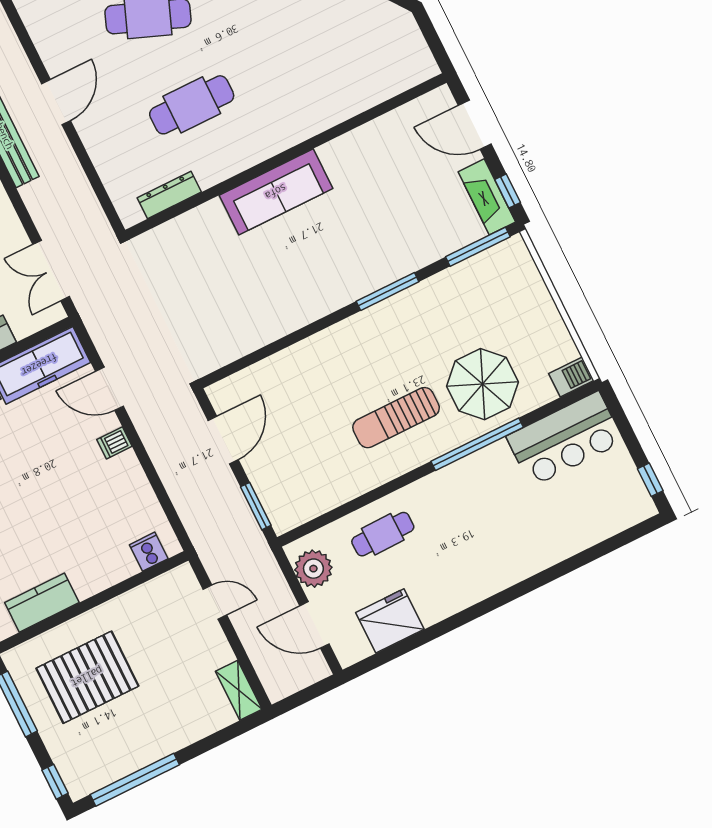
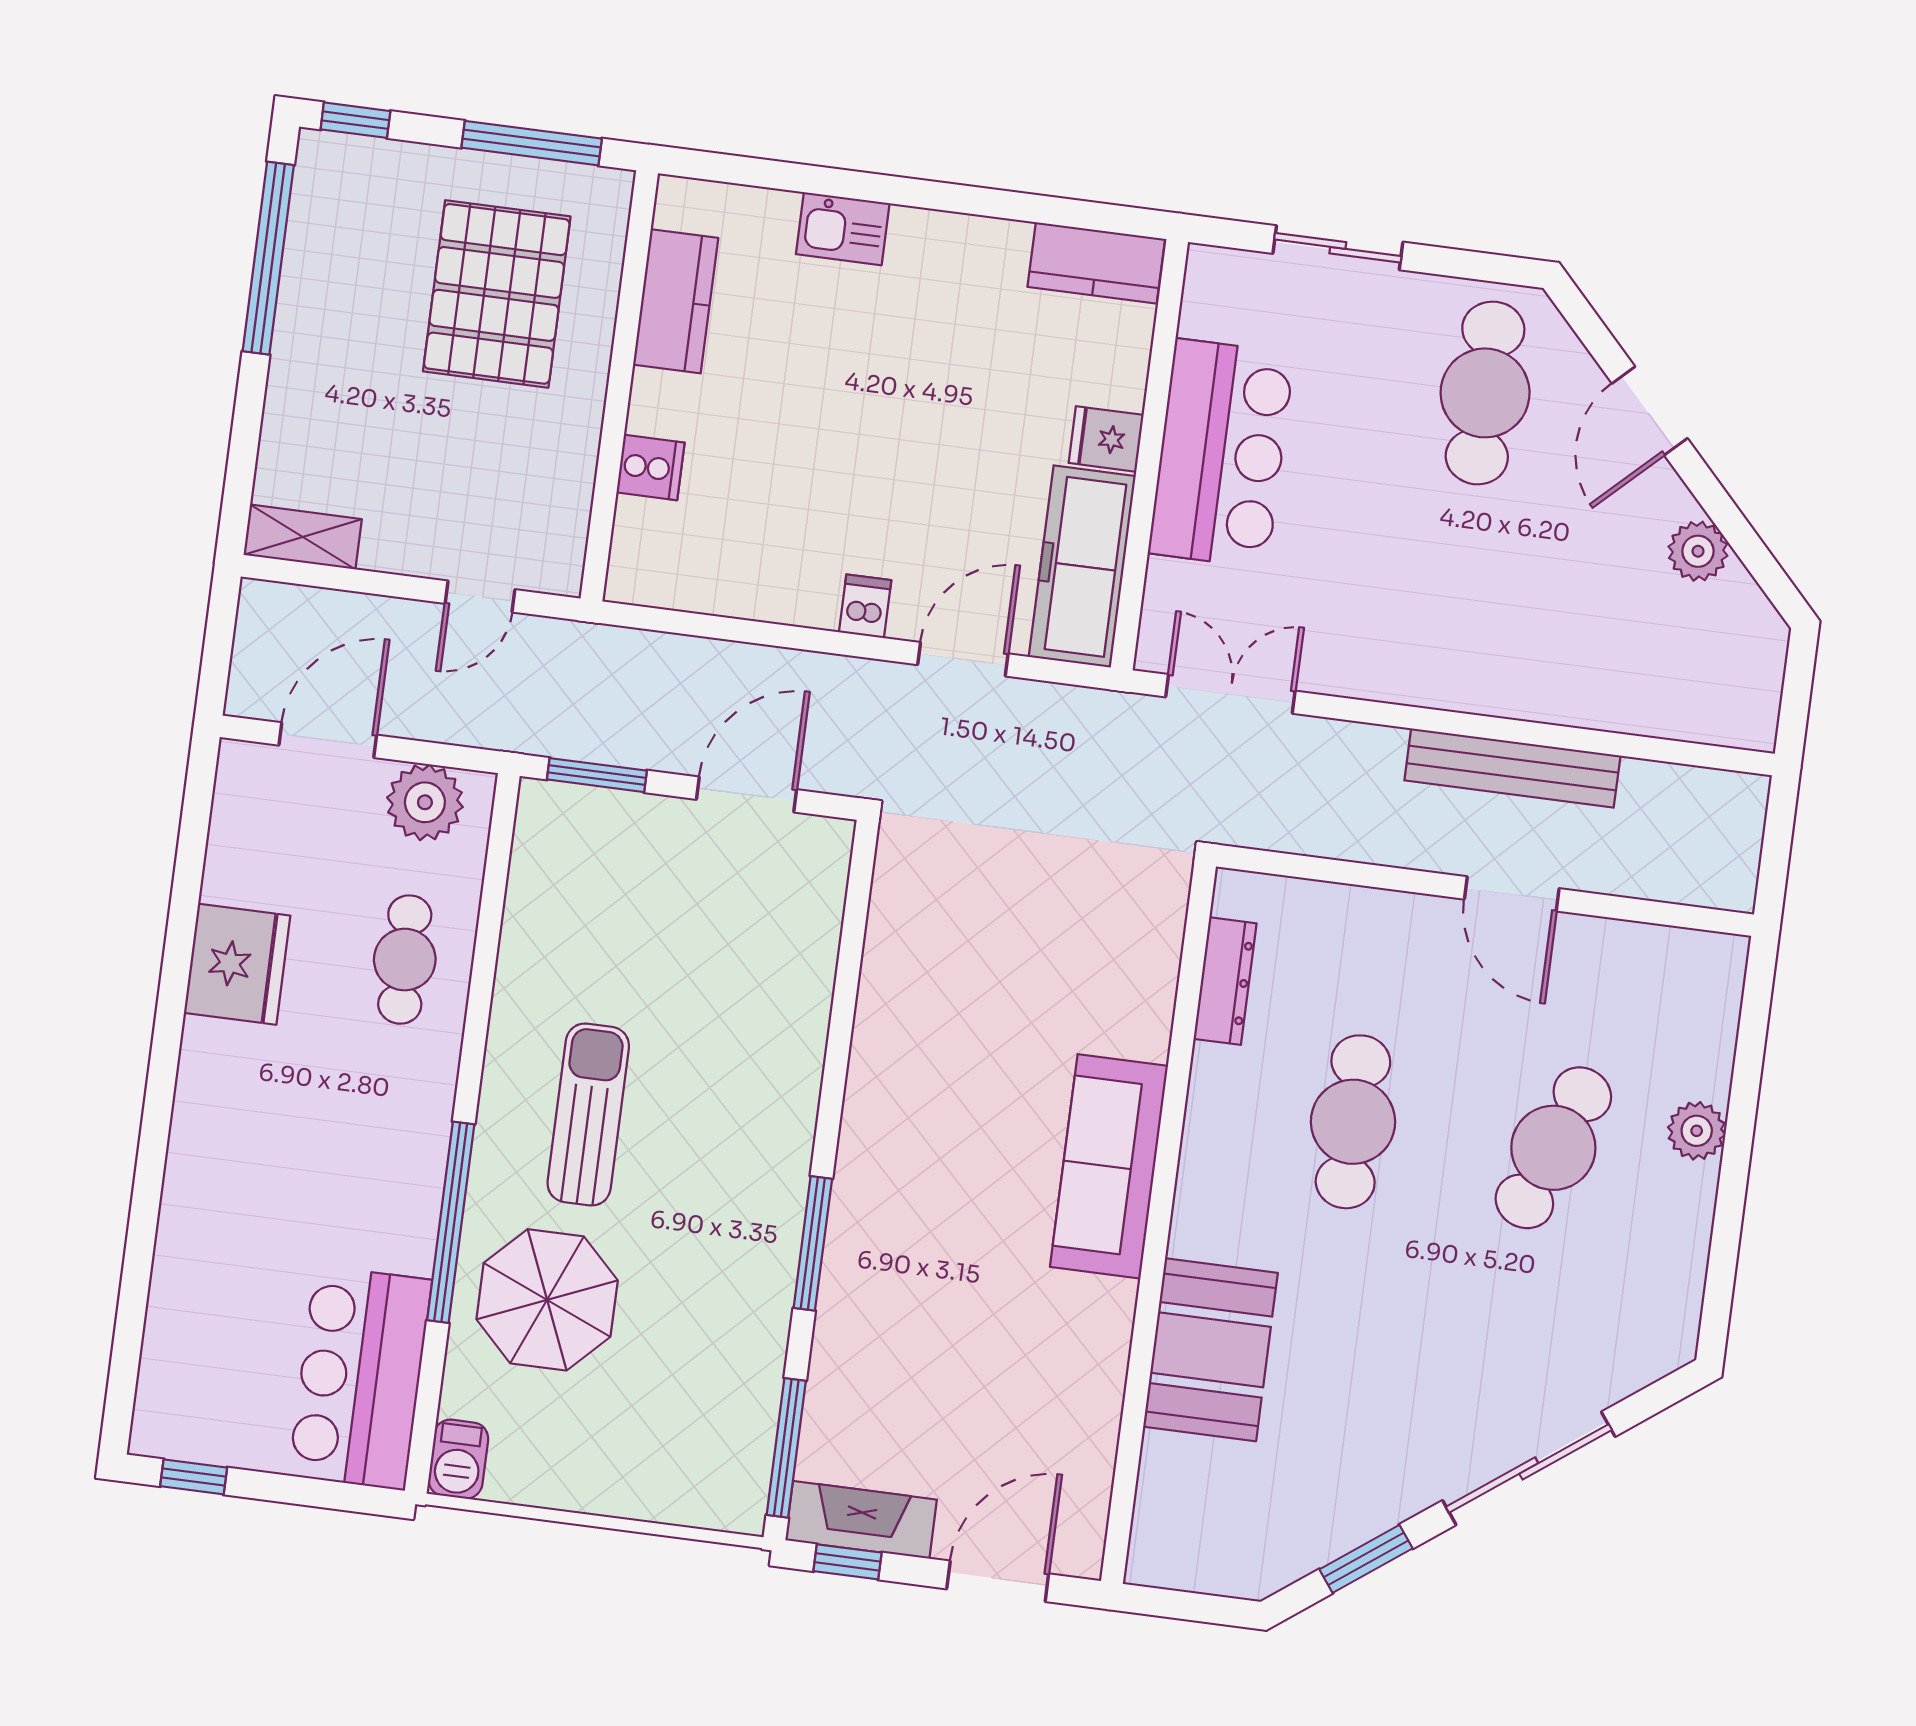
booth: (323, 101) -> (1210, 1350), added
door: (223, 440) -> (746, 794), swing flipped
cooker: (149, 552) -> (650, 468), moved
fridge: (390, 621) -> (237, 964), moved

